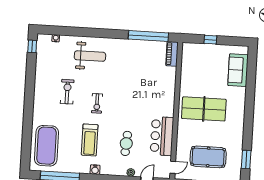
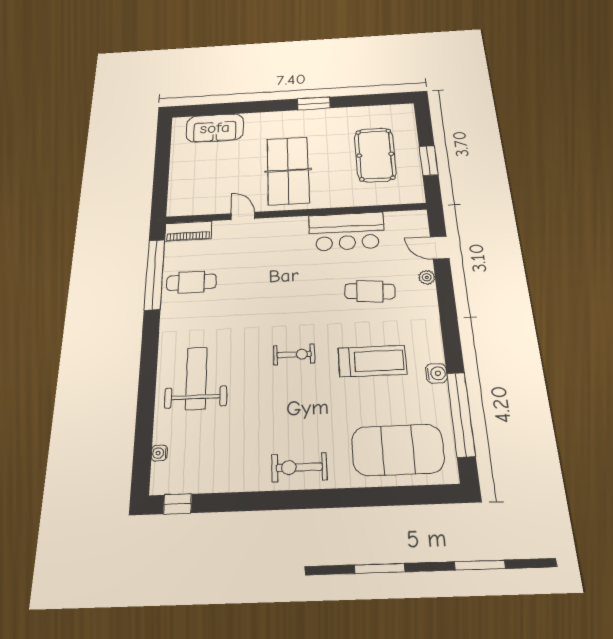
window: (210, 40) -> (161, 174), removed
cafe table: (142, 55) -> (191, 282), added
exercise bike: (67, 92) -> (299, 467), moved
window: (246, 159) -> (314, 103), moved
door: (173, 167) -> (243, 216), moved
water cooler: (95, 170) -> (436, 373), moved

